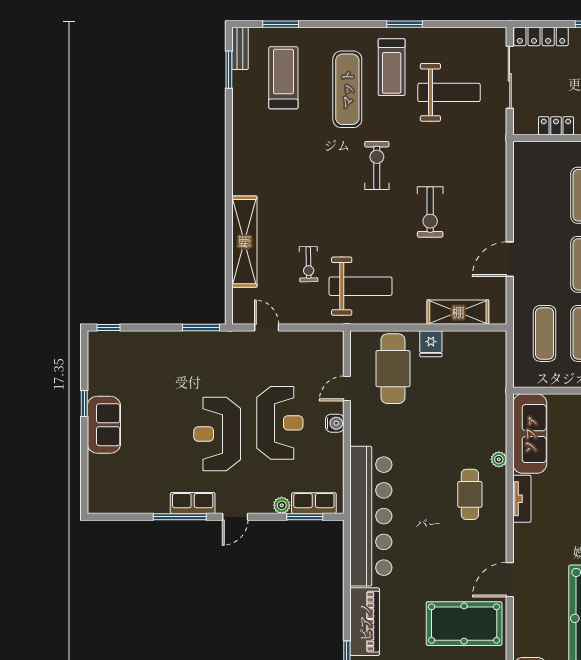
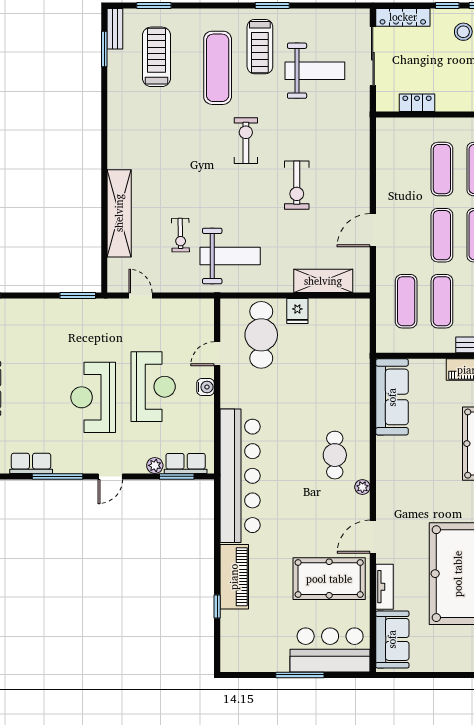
plant: (499, 459) -> (362, 487), moved
tv unit: (522, 499) -> (384, 587), moved
row of seats: (193, 503) -> (31, 463), moved

